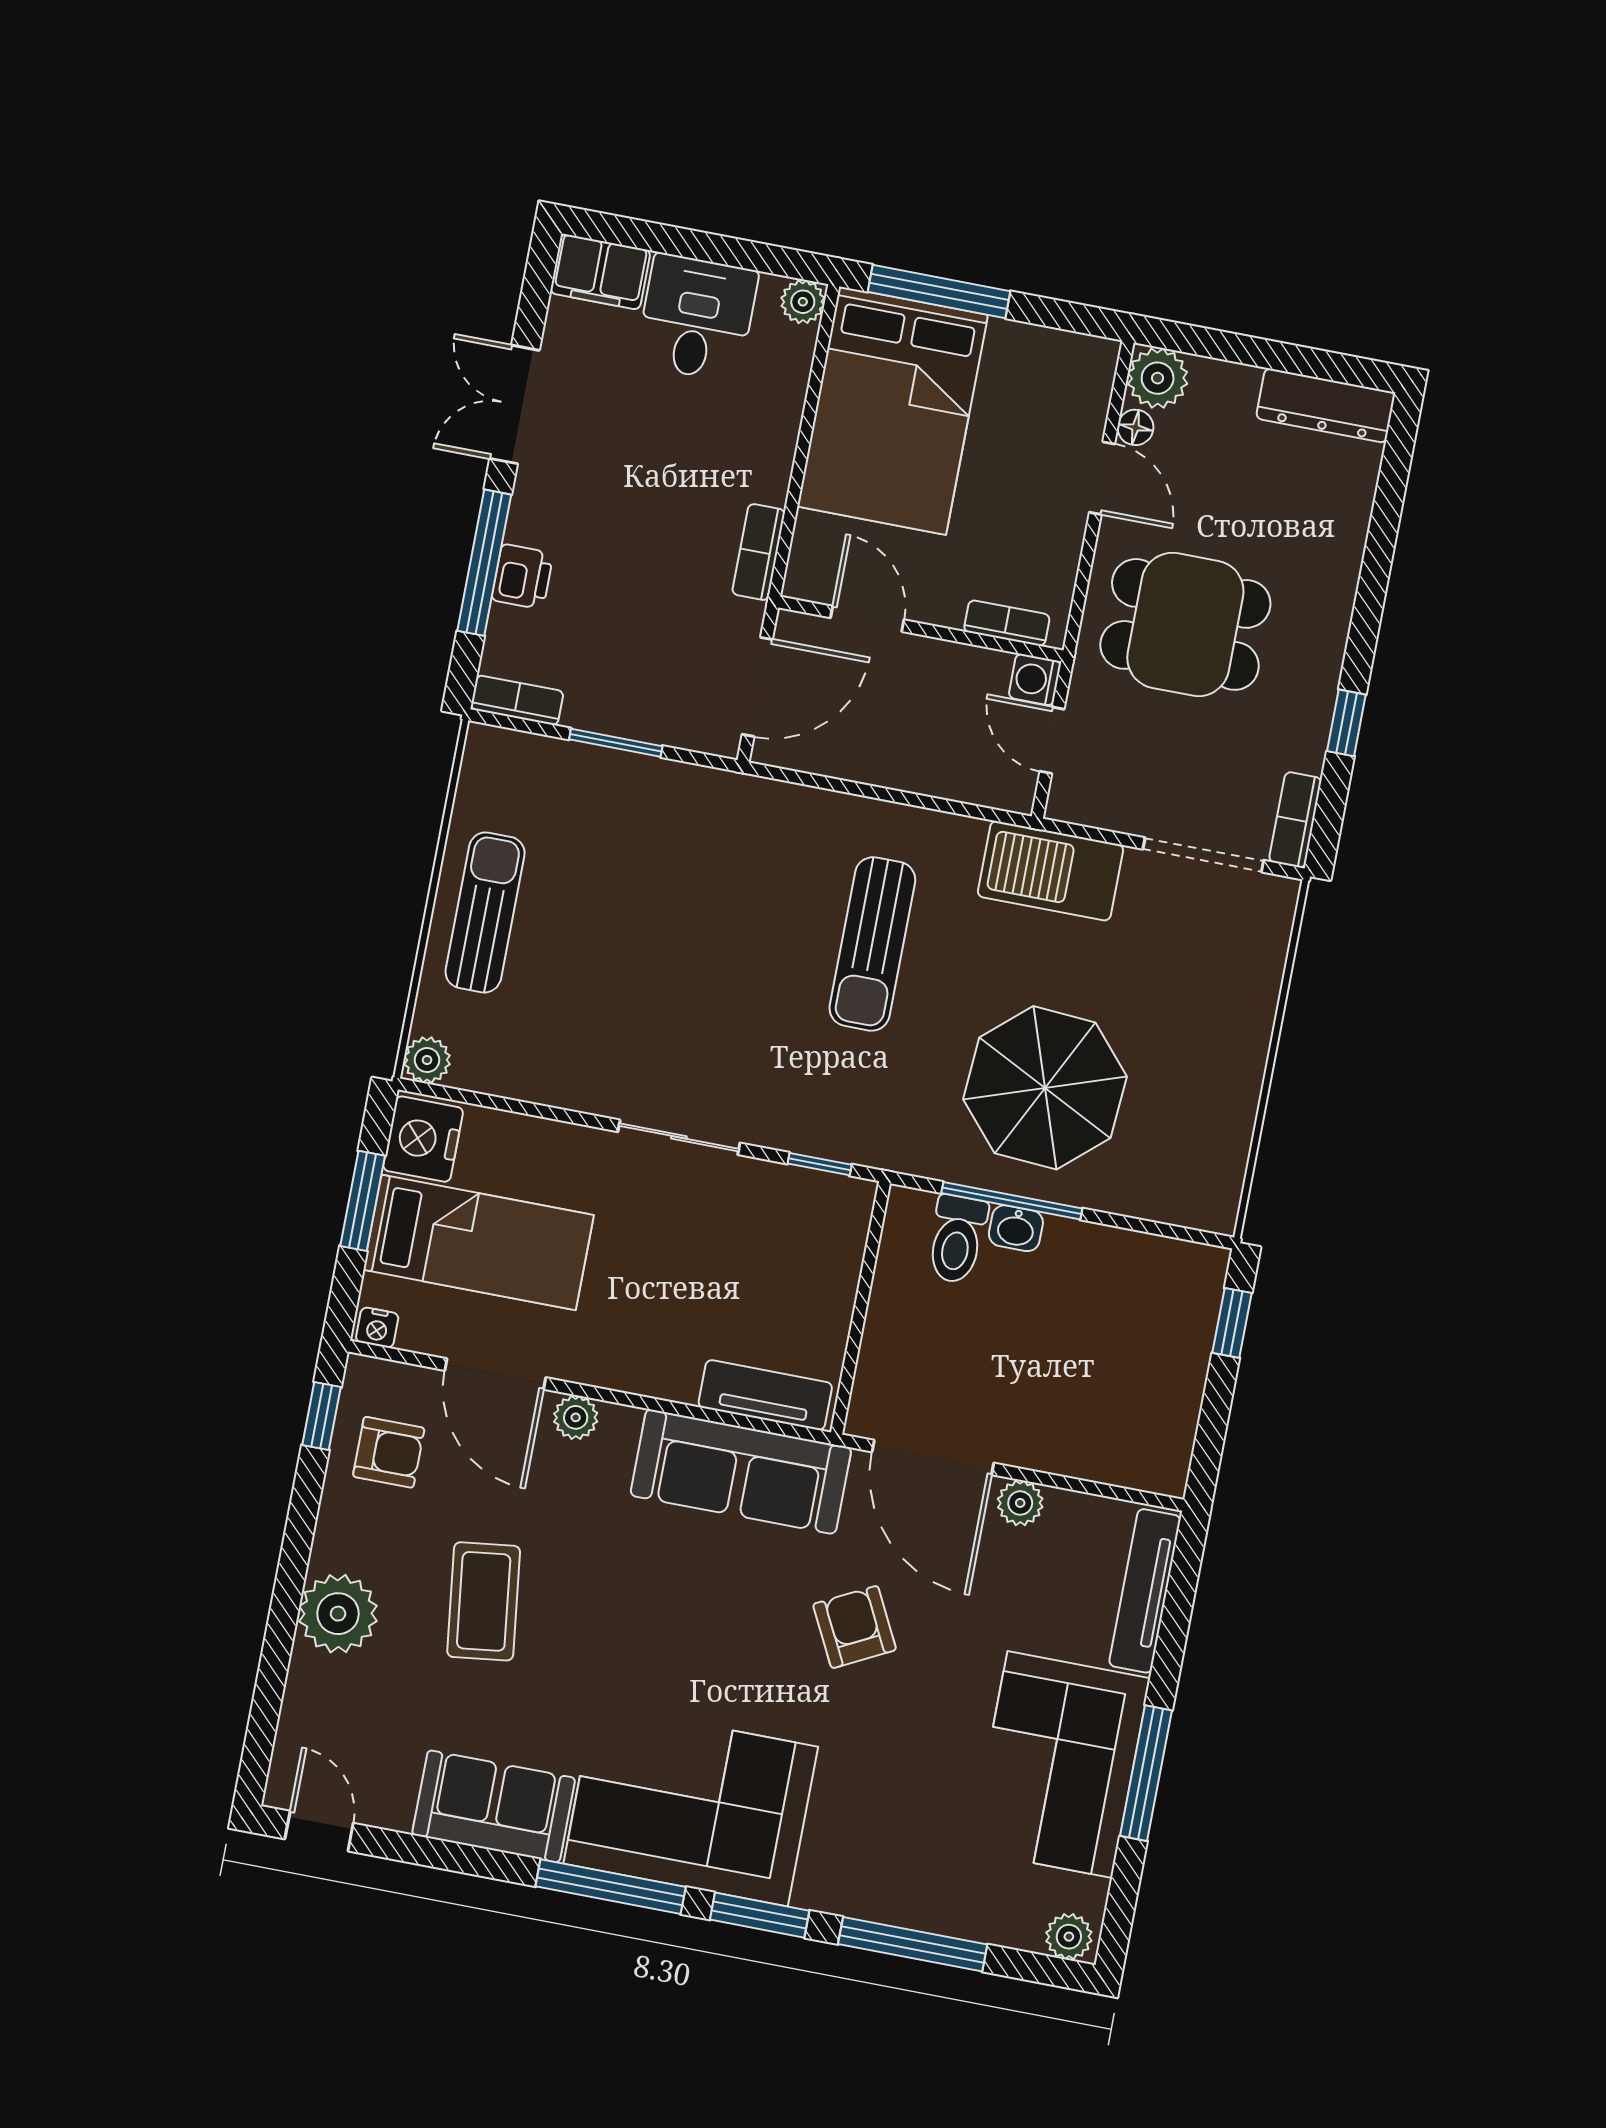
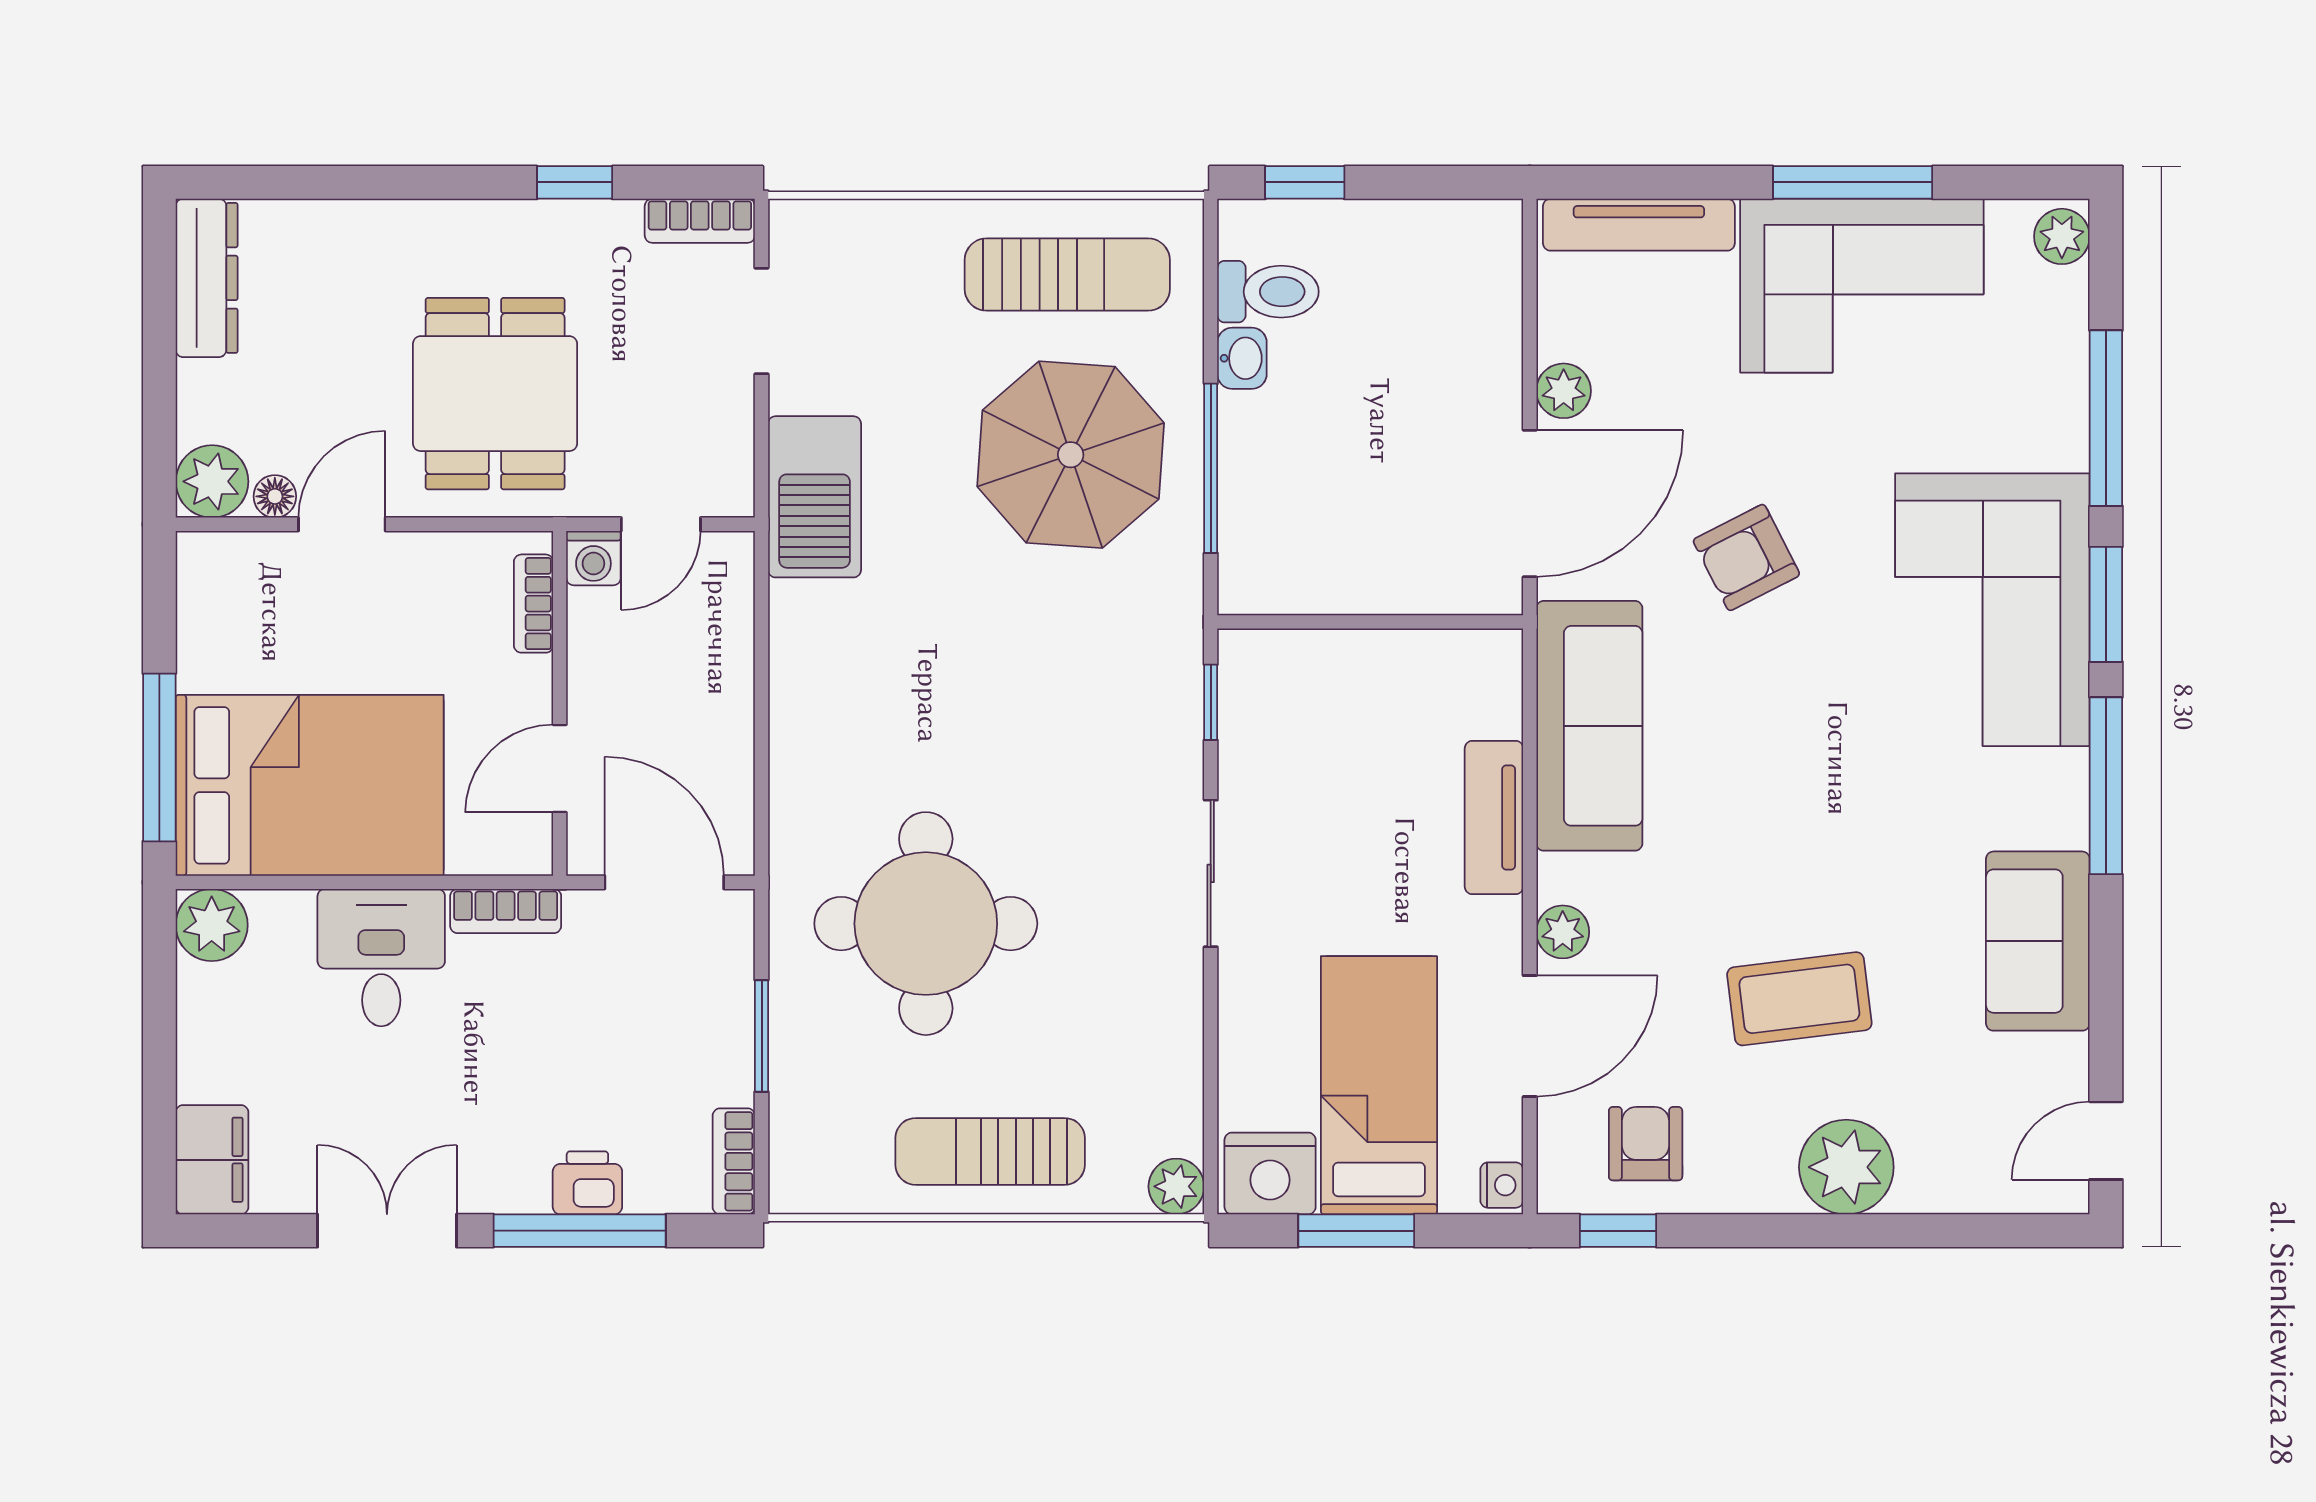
plant: (803, 302) -> (212, 925), width x1.38, depth x1.38
desk: (697, 318) -> (381, 958), moved, turned 90
double door: (514, 404) -> (387, 1231), swing flipped
doorway: (1203, 855) -> (762, 321), width x0.73
round table: (682, 895) -> (926, 924), added
sun lounger: (872, 944) -> (1067, 275), moved
washbasin: (1016, 1228) -> (1242, 358), moved
toilet: (957, 1239) -> (1268, 292), moved
tv unit: (765, 1395) -> (1494, 818), moved
corner sofa: (691, 1805) -> (1992, 610), moved

